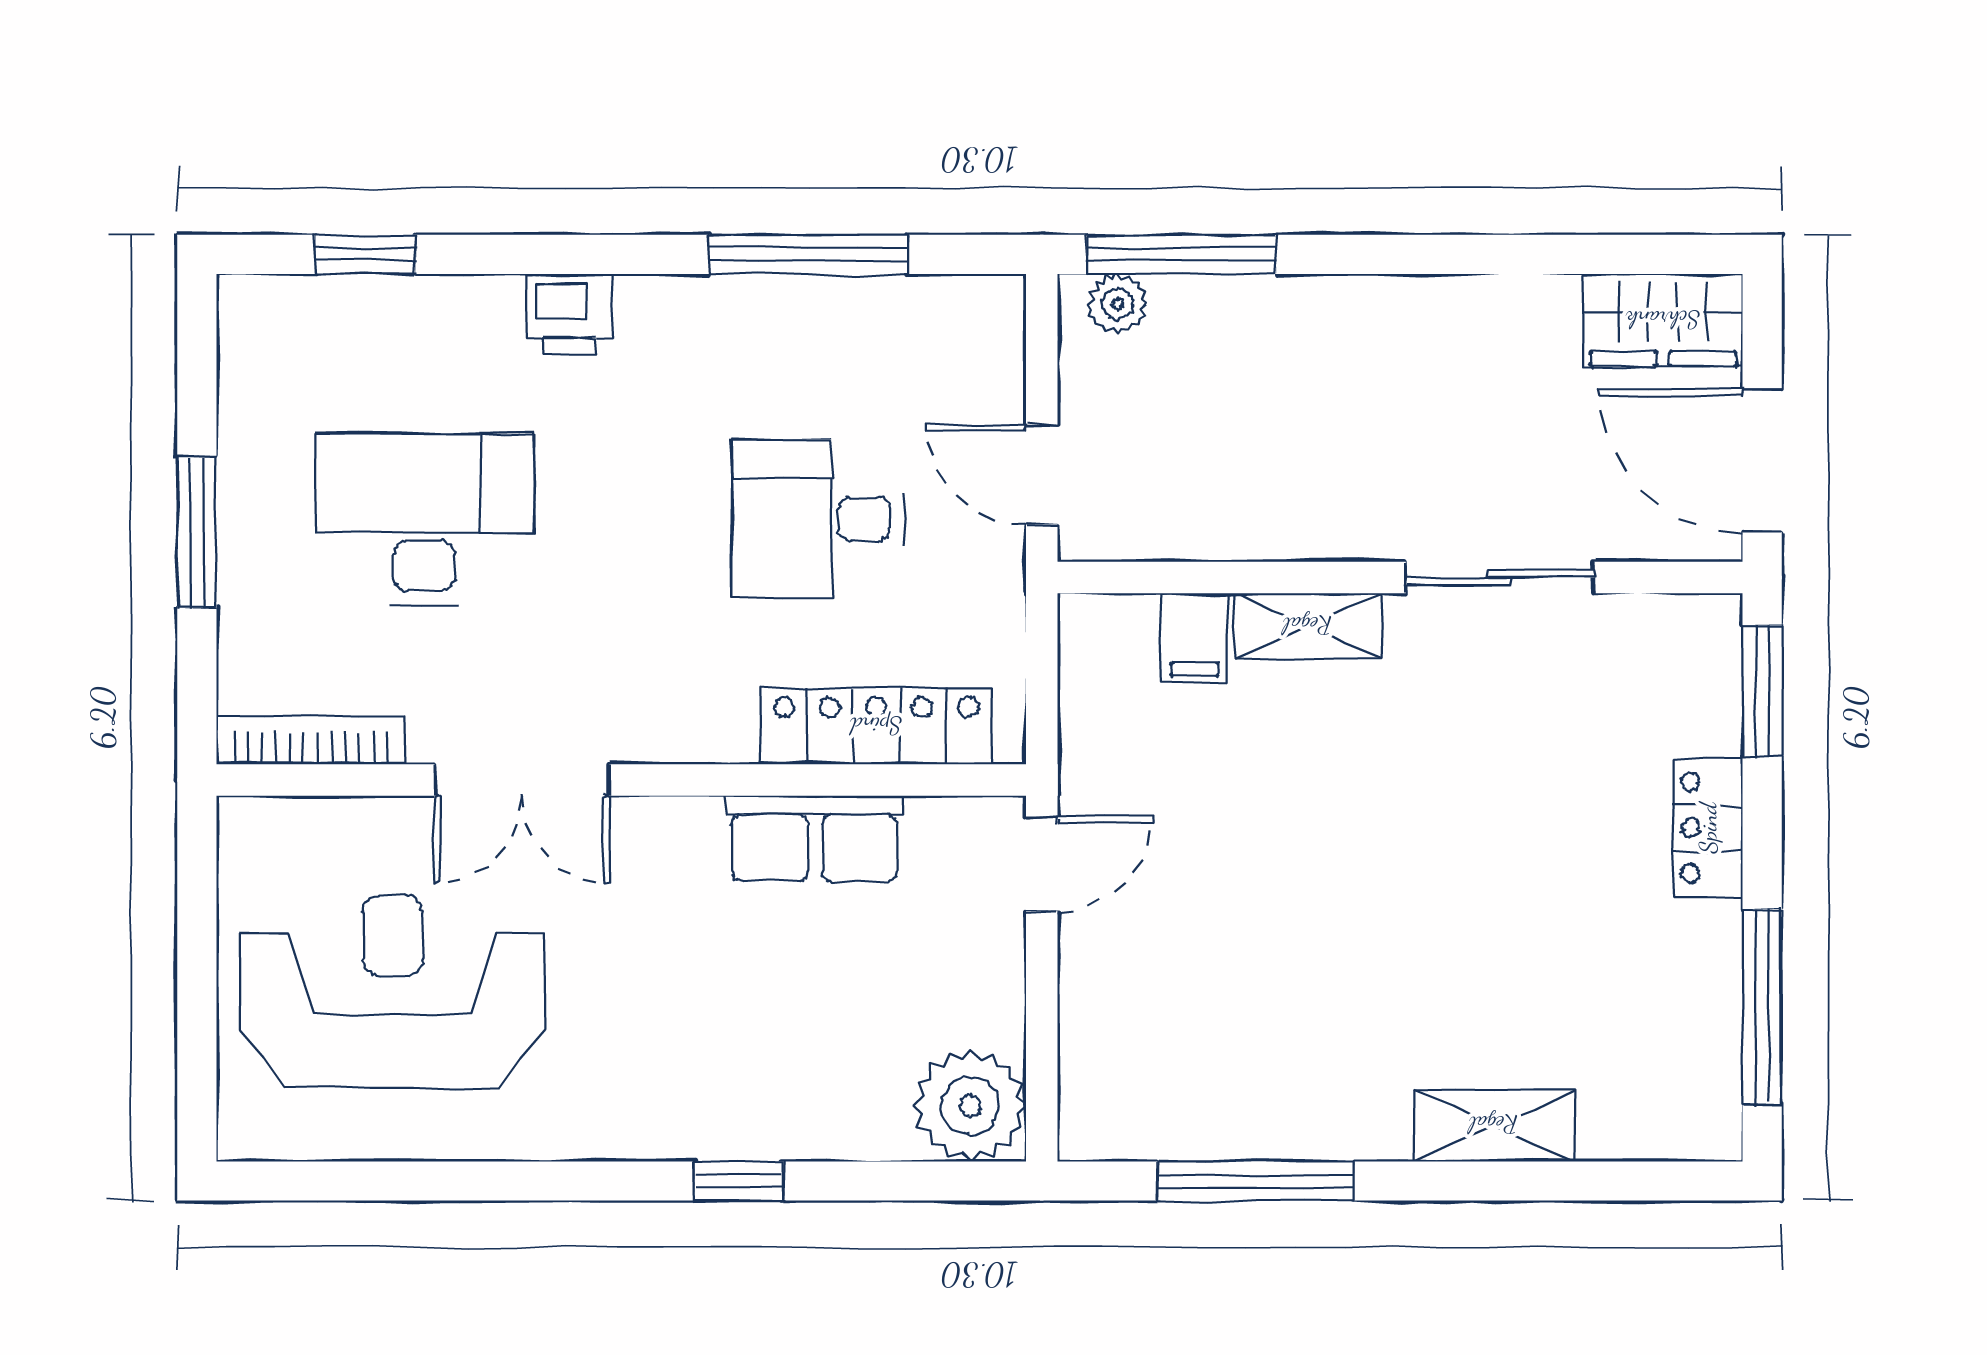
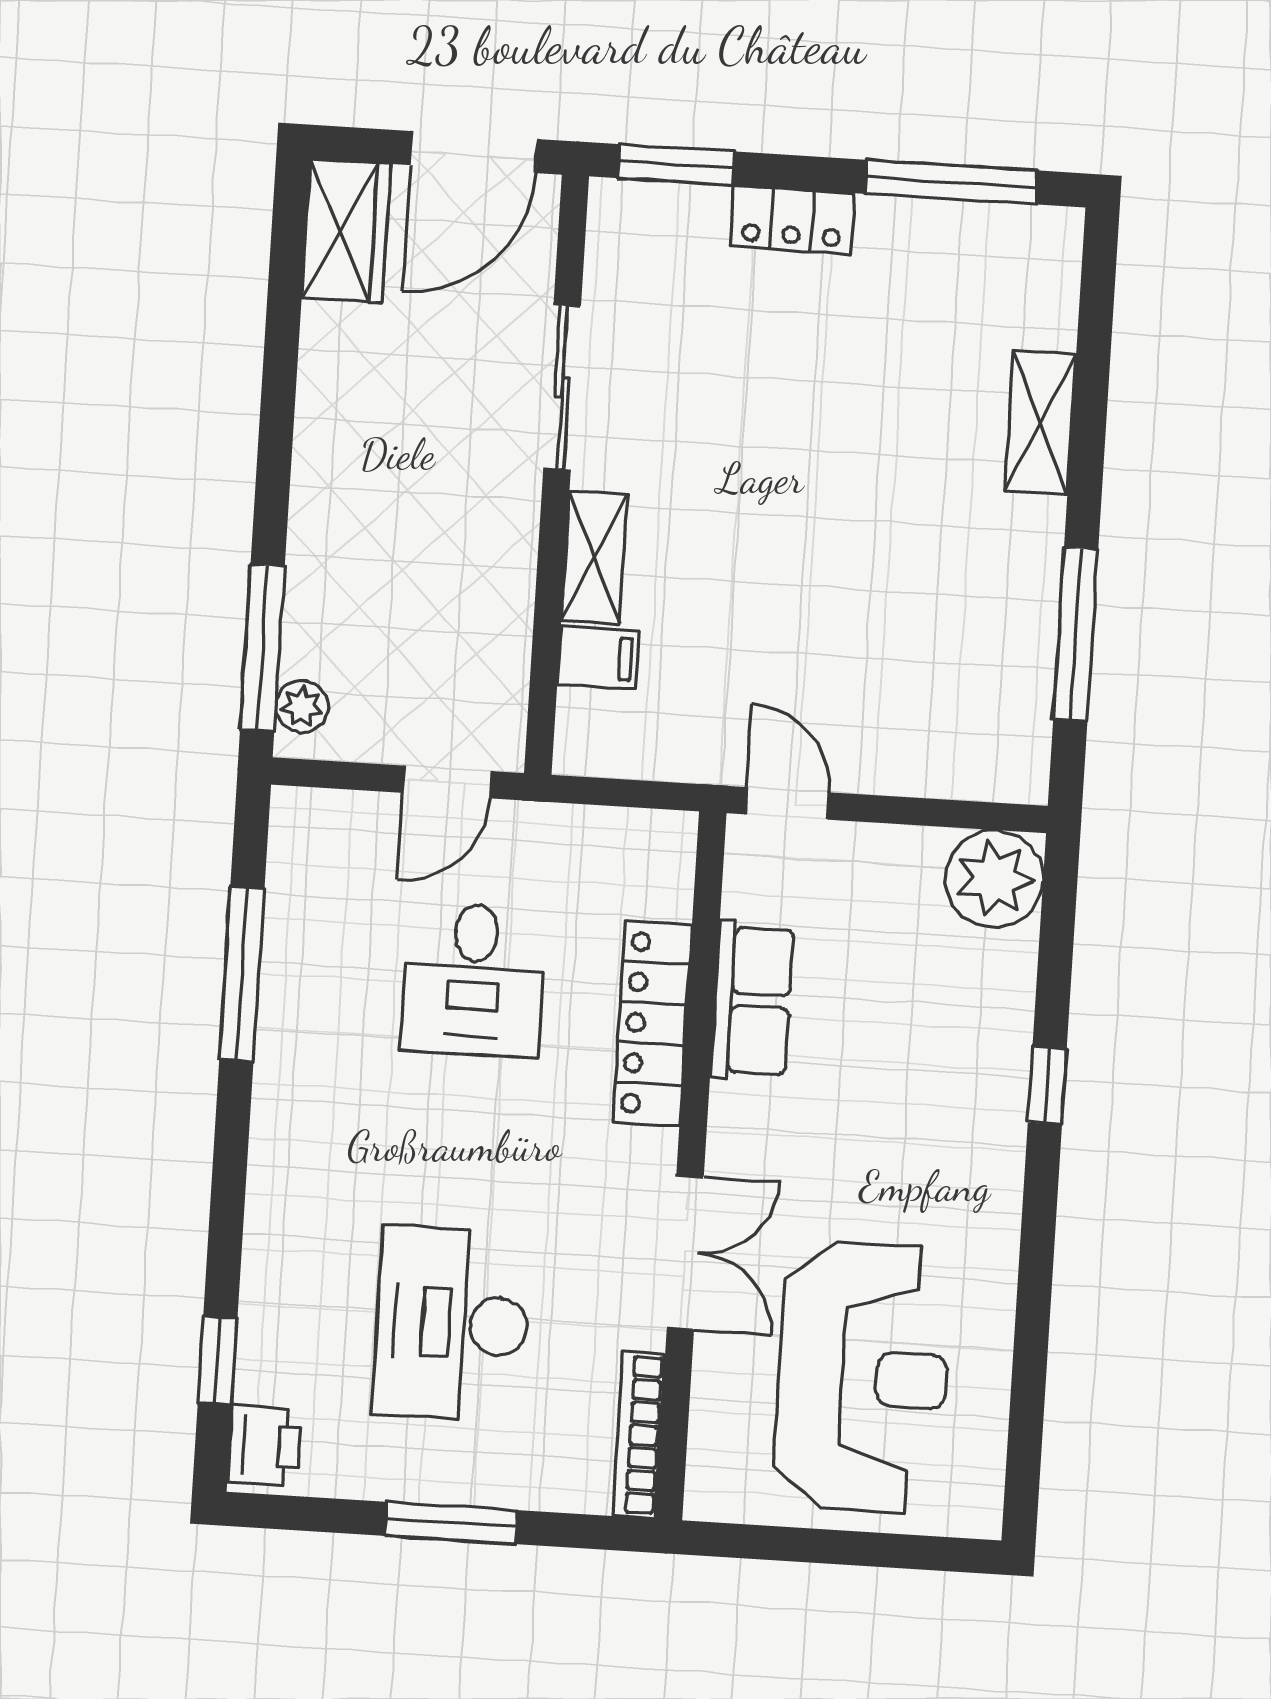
printer: (570, 314) -> (265, 1446), moved
locker: (876, 726) -> (652, 1023), moved
reception desk: (393, 991) -> (863, 1377), turned 180

